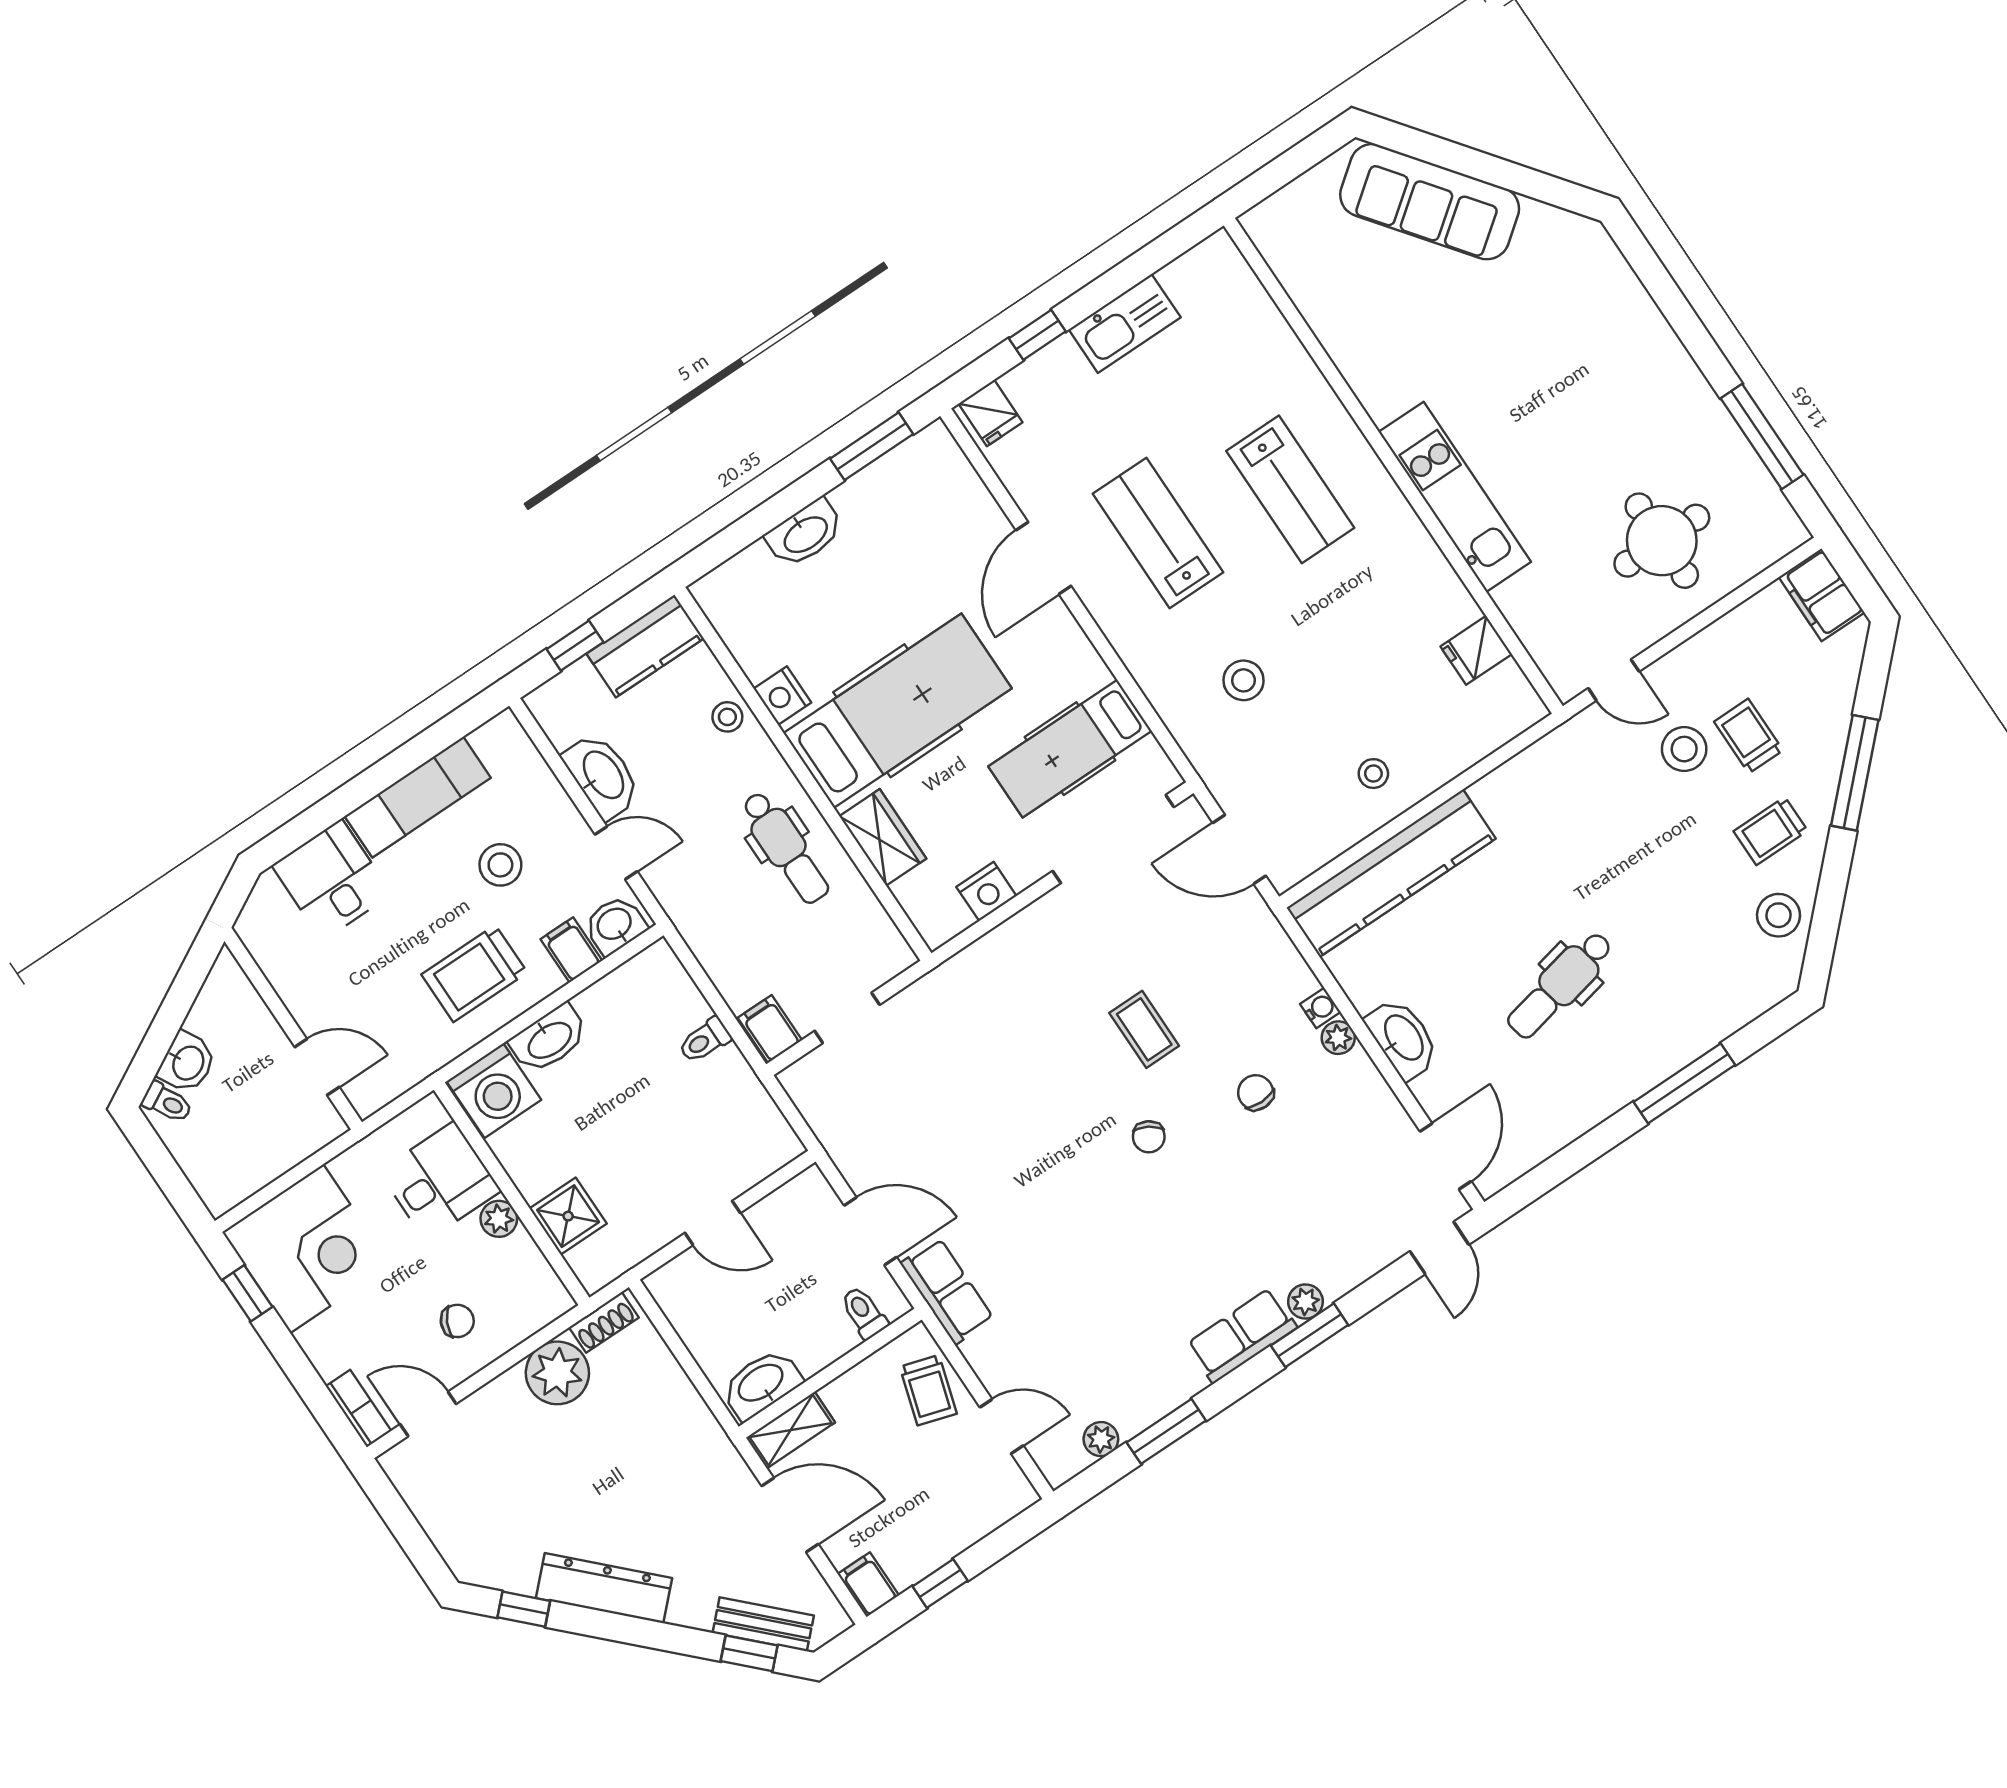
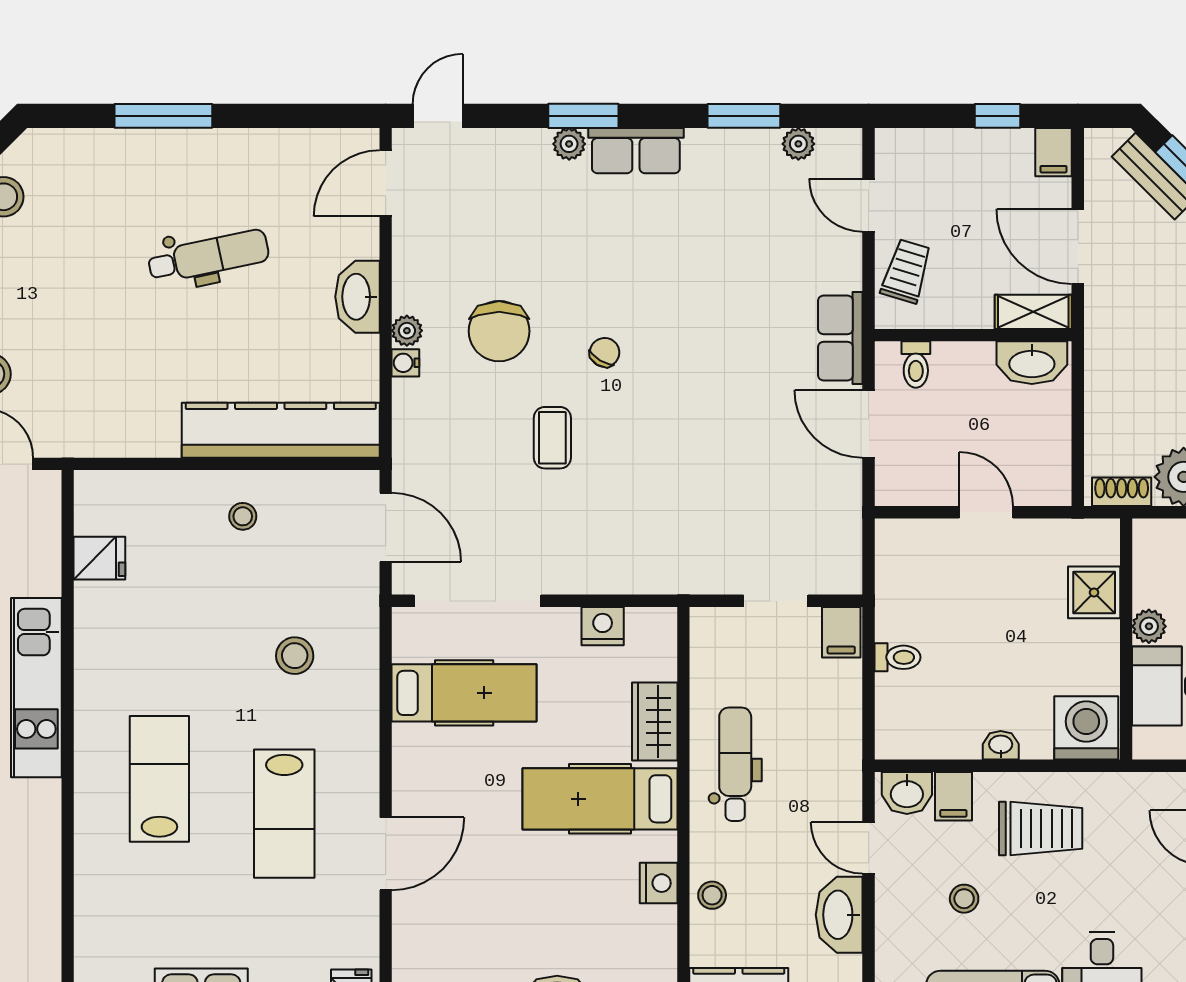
hospital bed: (898, 711) -> (600, 799), width x0.73, depth x0.78
stool: (500, 865) -> (964, 899), width x0.73, depth x0.73
washbasin: (549, 1039) -> (1001, 745), width x0.52, depth x0.69
chair: (1256, 1093) -> (499, 331), width x1.87, depth x1.87

